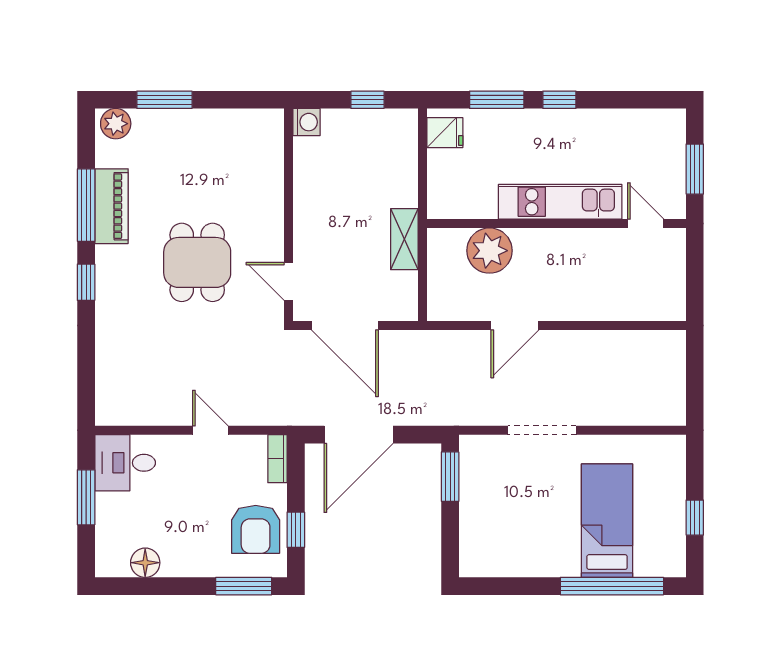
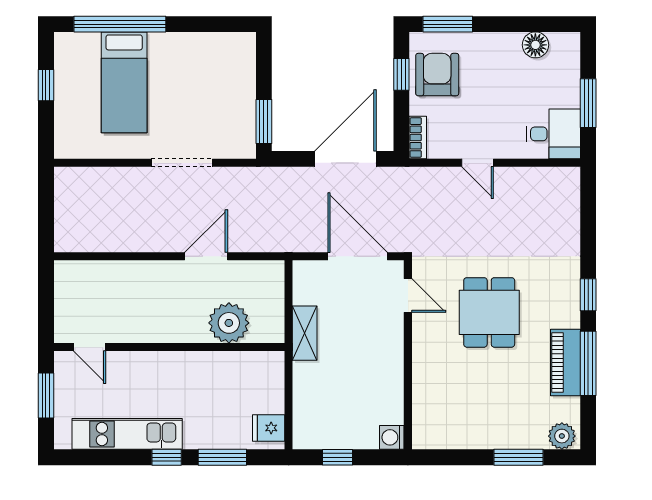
kitchen unit: (560, 202) -> (127, 434), moved, turned 180

